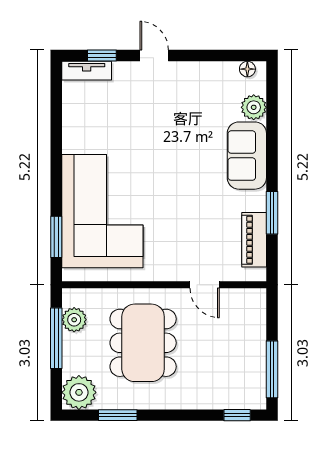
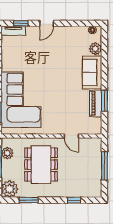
door: (154, 56) -> (47, 23), swing flipped
piano: (254, 240) -> (96, 103), moved
window: (272, 369) -> (104, 166), moved
window: (237, 415) -> (74, 200), moved

